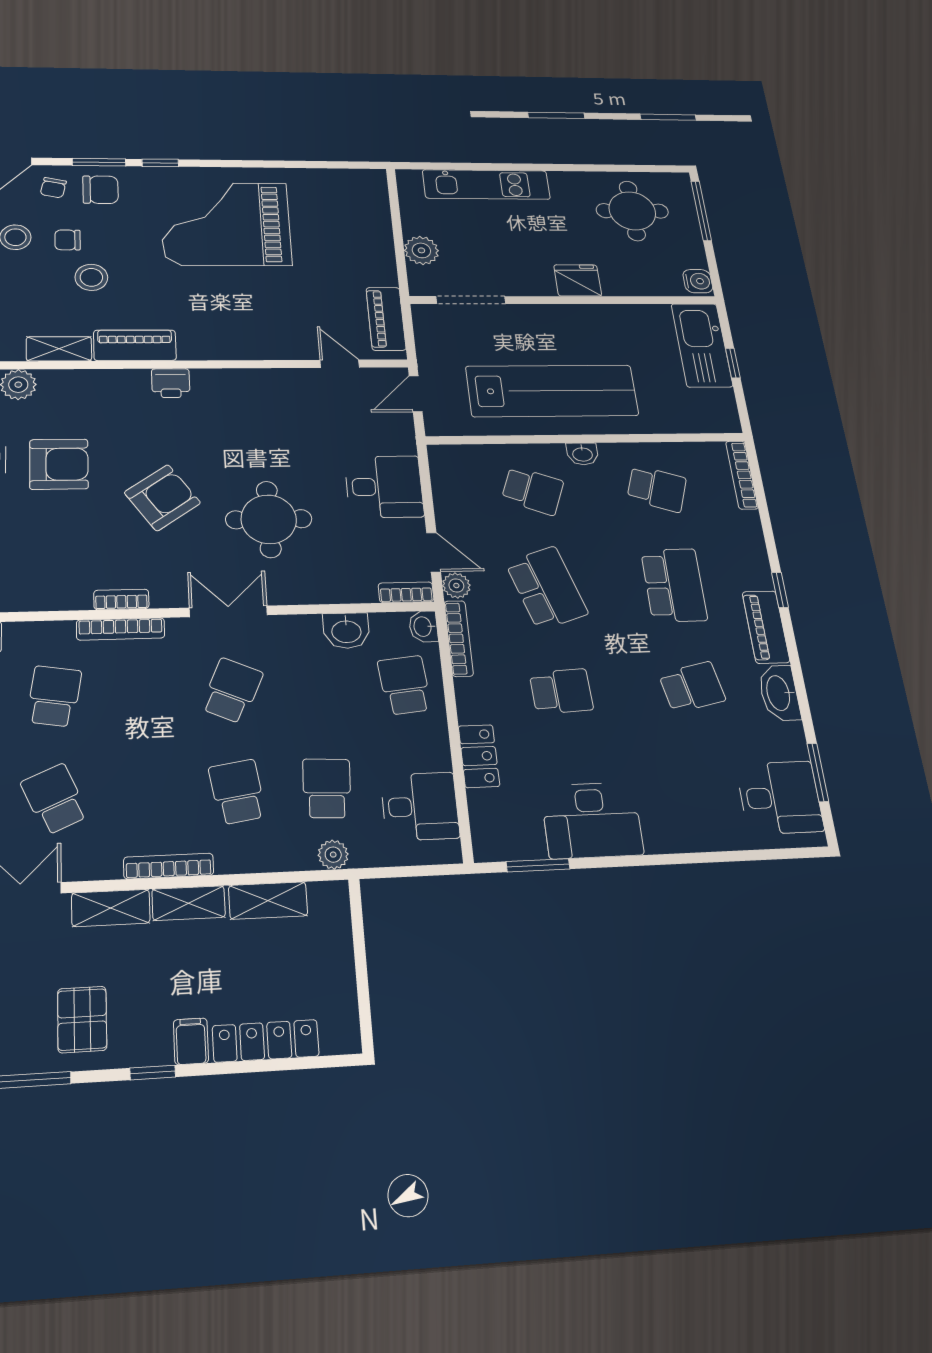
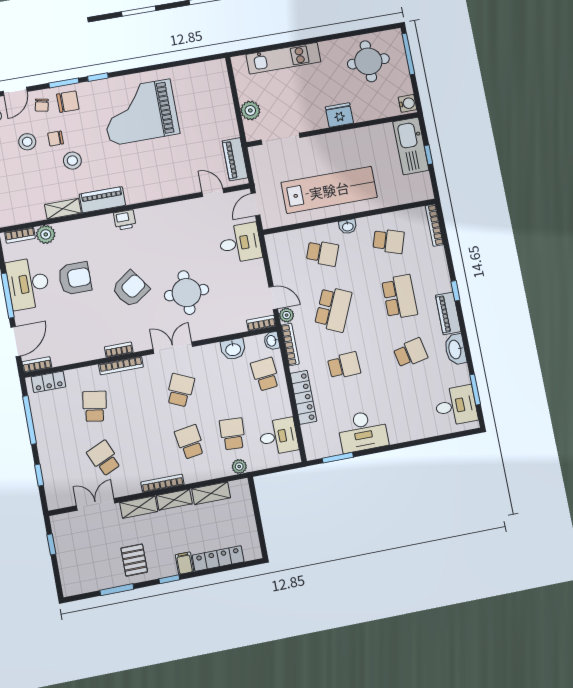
desk: (384, 487) -> (240, 243), moved
school desk: (547, 588) -> (333, 309), turned 42
locker: (479, 756) -> (303, 397), width x1.53

